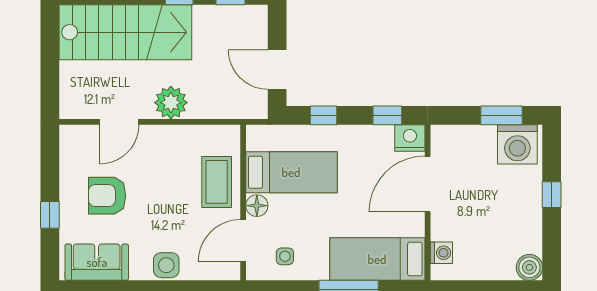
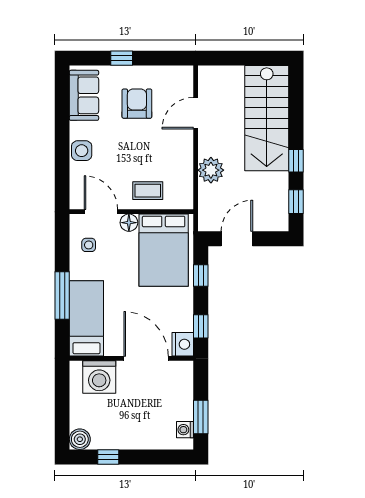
plant: (171, 103) -> (211, 170), moved
door: (119, 122) -> (196, 113), hinge flipped
washing machine: (517, 144) -> (185, 430), width x0.53, depth x0.53
bed: (291, 172) -> (164, 250), width x1.50
coffee table: (217, 182) -> (148, 191), width x0.73, depth x0.77
window: (552, 195) -> (108, 457), moved
washing machine: (441, 253) -> (99, 377), width x1.89, depth x1.89

